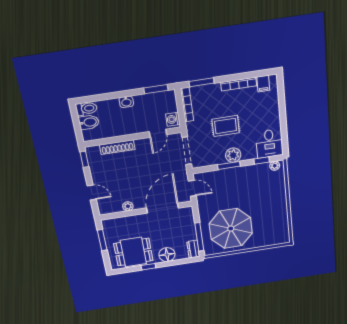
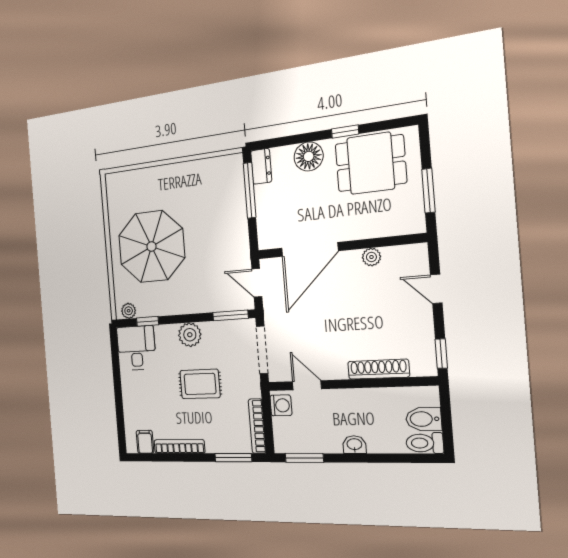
door: (158, 133) -> (307, 385), hinge flipped
window: (229, 165) -> (230, 315), moved
parasol: (231, 229) -> (152, 246), moved

